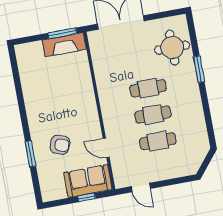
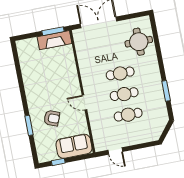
window: (199, 69) -> (166, 91), moved
door: (106, 148) -> (84, 103), moved
window: (87, 197) -> (58, 162), moved

